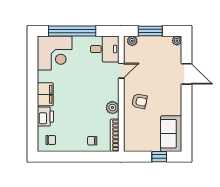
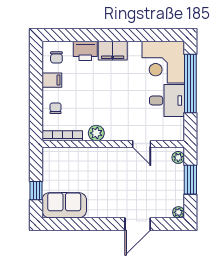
desk: (105, 49) -> (167, 100), moved, turned -90
armchair: (139, 101) -> (104, 166), removed
filing cabinet: (69, 144) -> (52, 80), added

